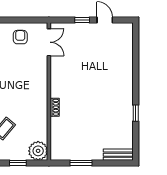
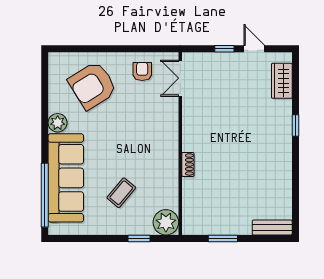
double door: (49, 42) -> (180, 78), swing flipped
wardrobe: (125, 44) -> (282, 81), added
window: (136, 113) -> (295, 126), moved

